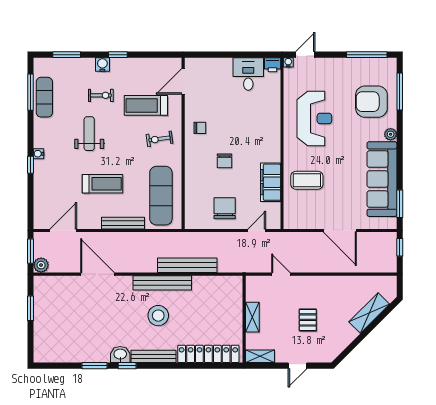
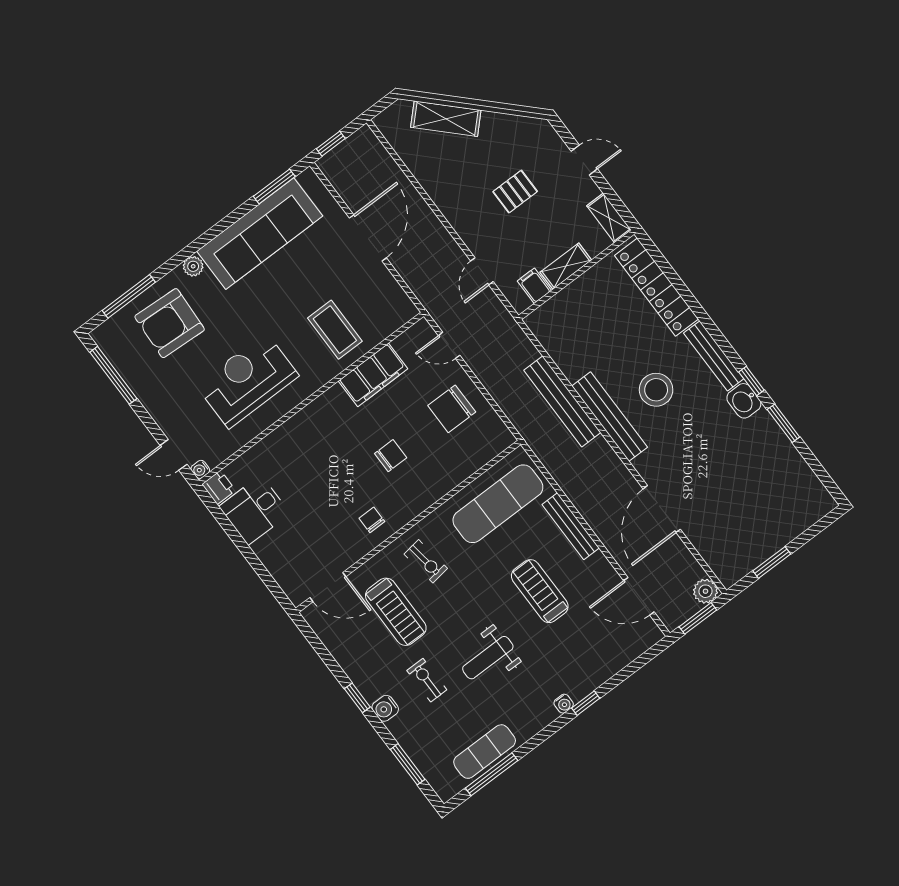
armchair: (371, 102) -> (170, 323), turned 93
filing cabinet: (254, 294) -> (534, 286), added

